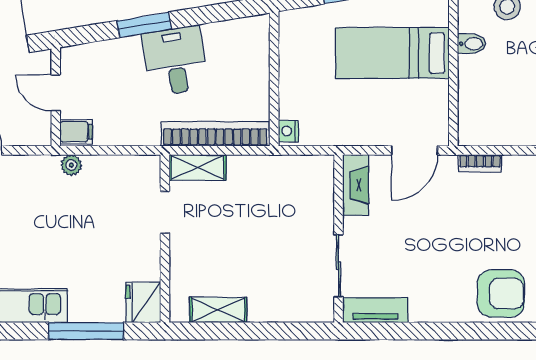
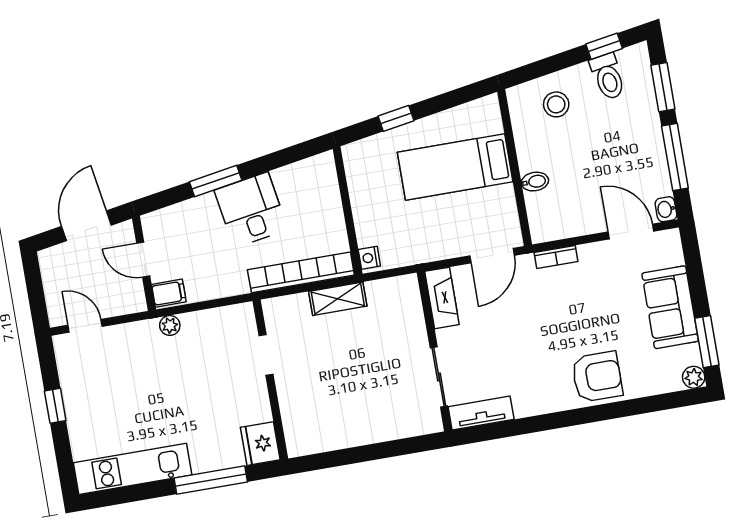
bidet: (472, 44) -> (535, 182), moved
shelving: (198, 167) -> (338, 299), moved
shelving: (218, 310) -> (332, 438), removed

